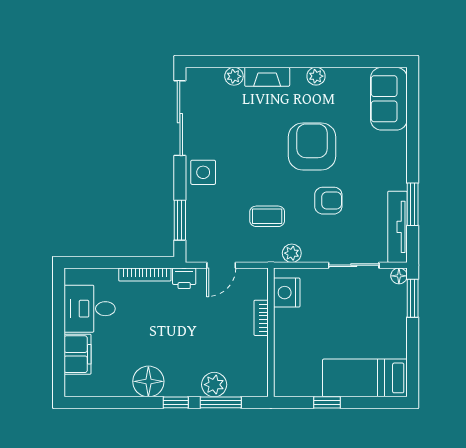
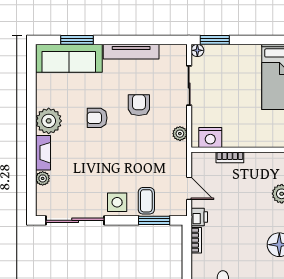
plant: (316, 76) -> (49, 121), width x1.87, depth x1.87
sofa: (389, 99) -> (69, 58), width x1.36
armchair: (312, 146) -> (97, 118), width x0.53, depth x0.53
window: (413, 204) -> (77, 40), moved
coffee table: (267, 216) -> (146, 201), moved
tv unit: (397, 227) -> (131, 52), moved
bookcase: (145, 274) -> (196, 240), width x0.64

